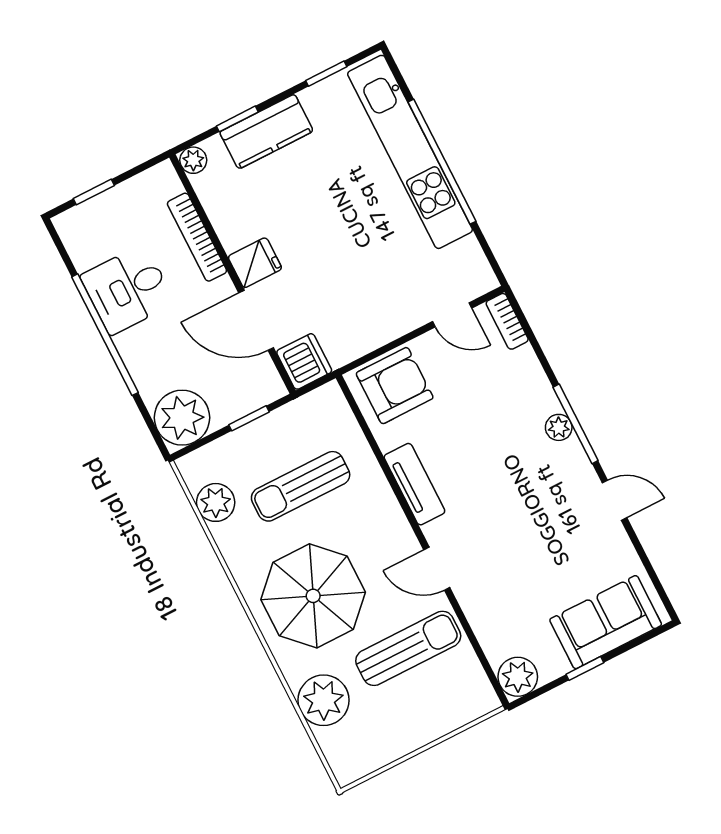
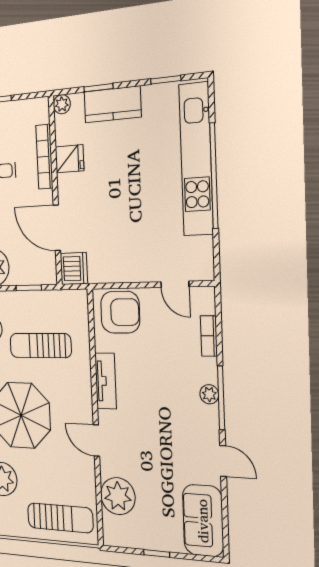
fridge: (255, 263) -> (70, 159), moved
bookcase: (507, 321) -> (209, 336), moved
sofa: (606, 622) -> (203, 521), moved, turned -90
sun lounger: (408, 648) -> (60, 518), moved
plant: (518, 677) -> (118, 496), moved, width x1.36, depth x1.36

